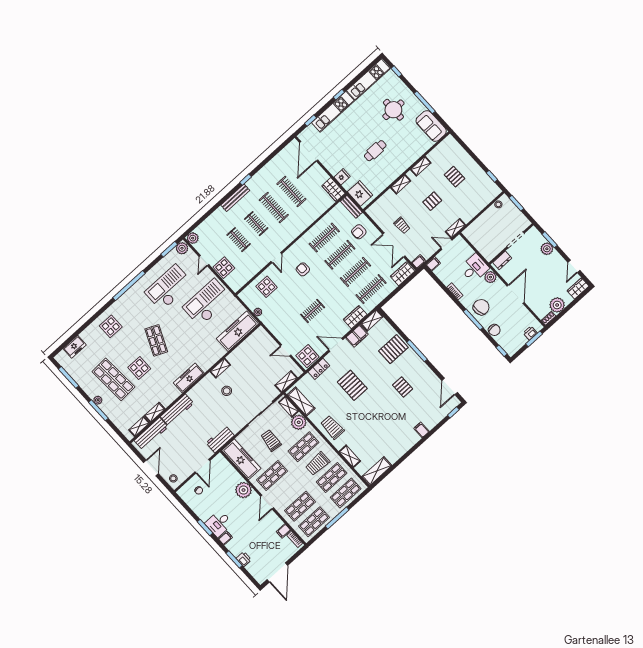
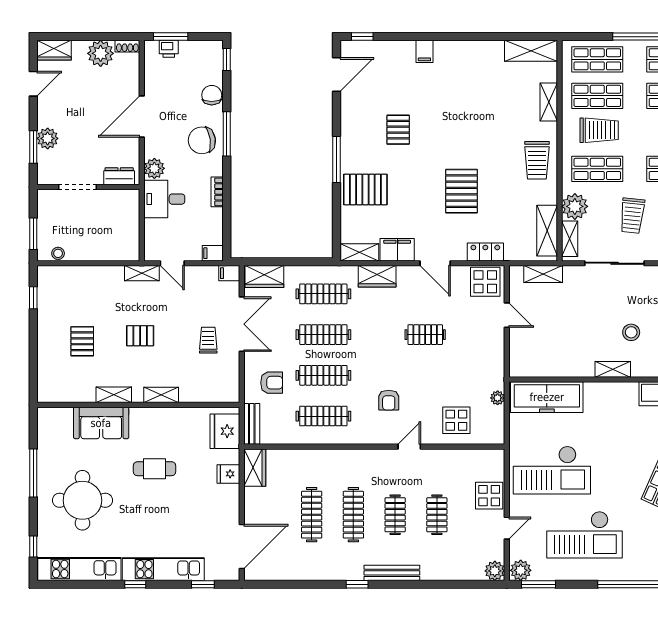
round table: (393, 110) -> (82, 500), width x1.36, depth x1.36
sofa: (431, 126) -> (101, 423), moved, turned 90

